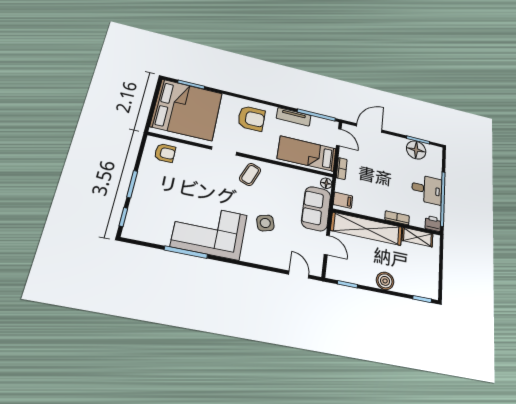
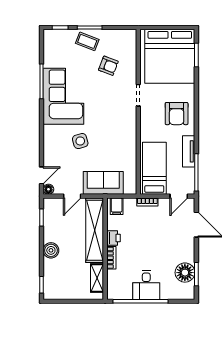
armchair: (165, 153) -> (108, 66), moved, turned -69
coffee table: (250, 174) -> (87, 41), moved
floor lamp: (326, 183) -> (48, 189), moved
printer: (433, 224) -> (113, 238), moved

